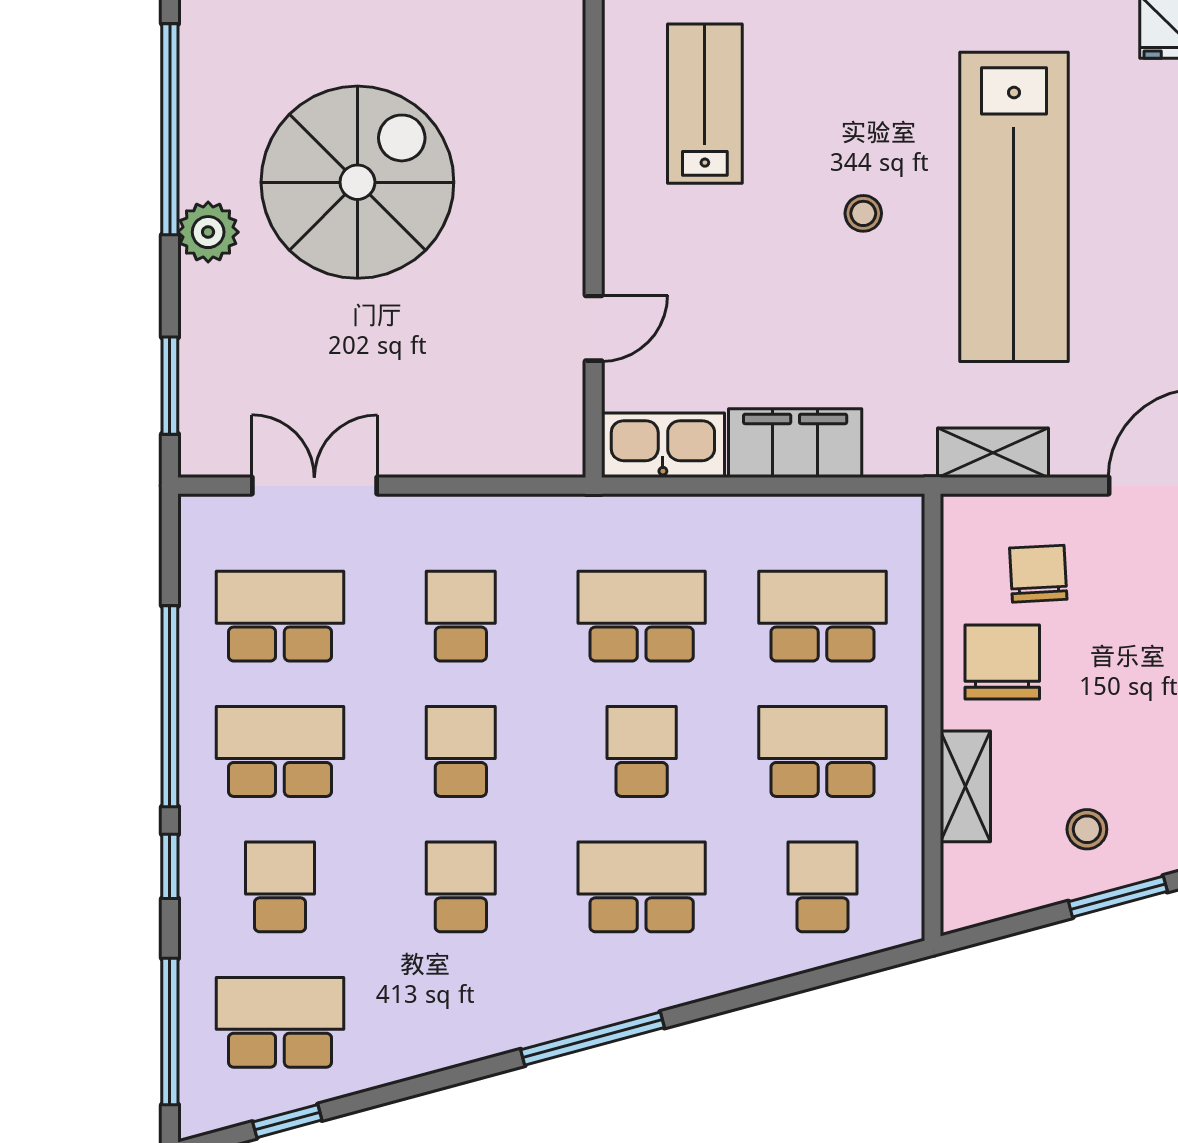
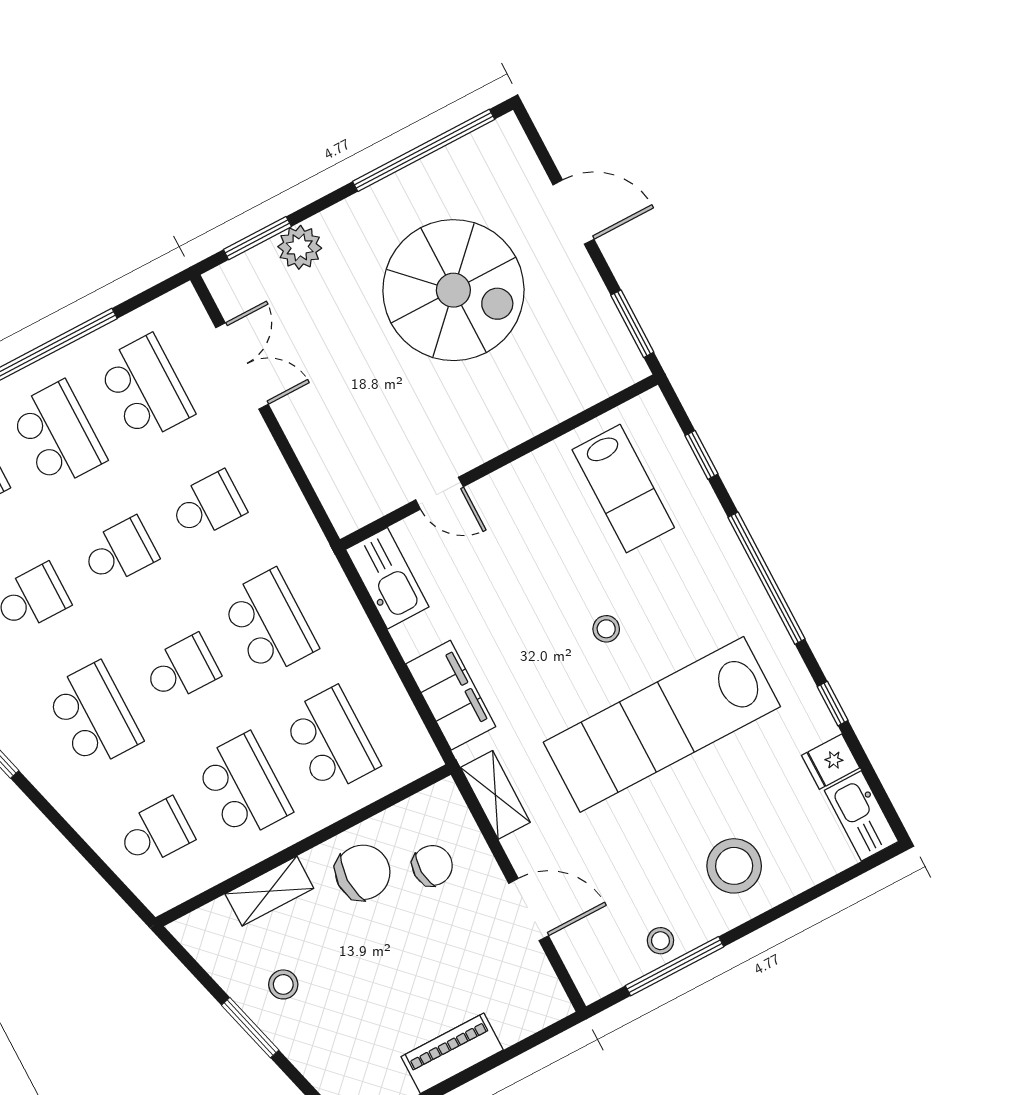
lab bench: (705, 104) -> (623, 489), turned 90
plant: (208, 232) -> (300, 247), moved
filing cabinet: (795, 443) -> (451, 695), moved

